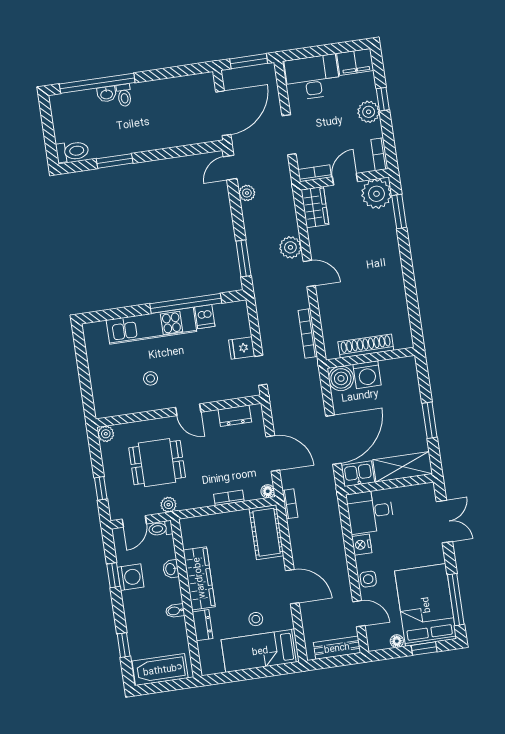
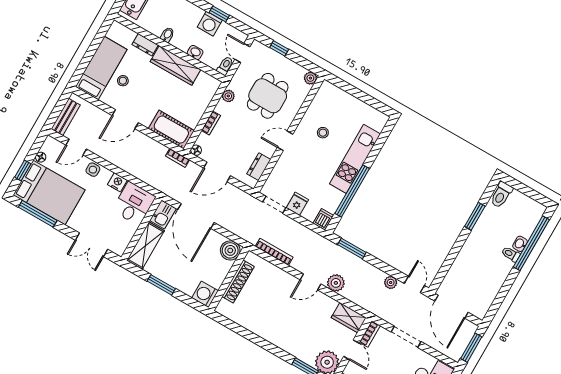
dishwasher: (205, 317) -> (323, 219), moved, turned 90
washing machine: (367, 375) -> (205, 294), moved
plant: (168, 505) -> (228, 96), moved

